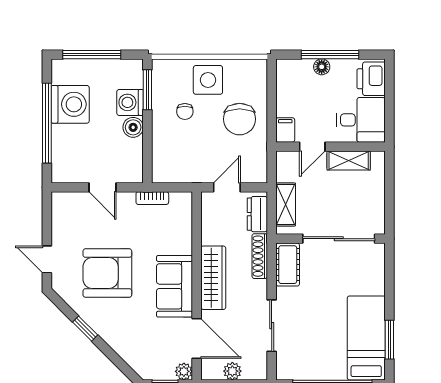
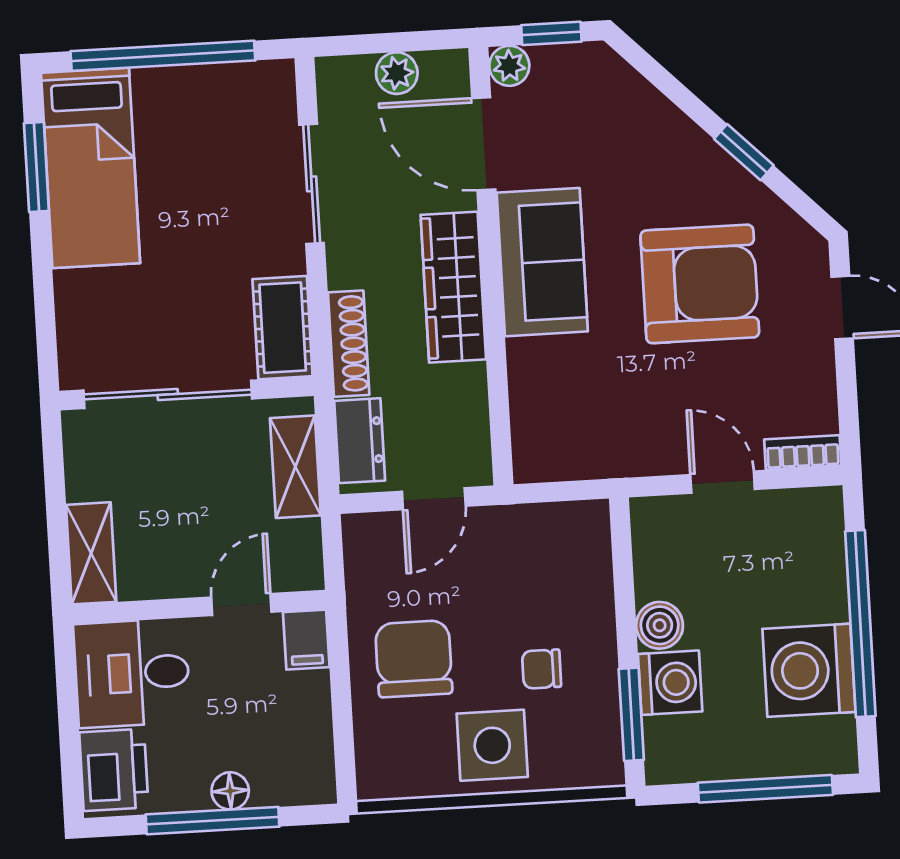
chair: (185, 111) -> (542, 669), turned -90
shelving: (349, 161) -> (91, 553), moved, turned 90
bookcase: (152, 198) -> (803, 452), moved

